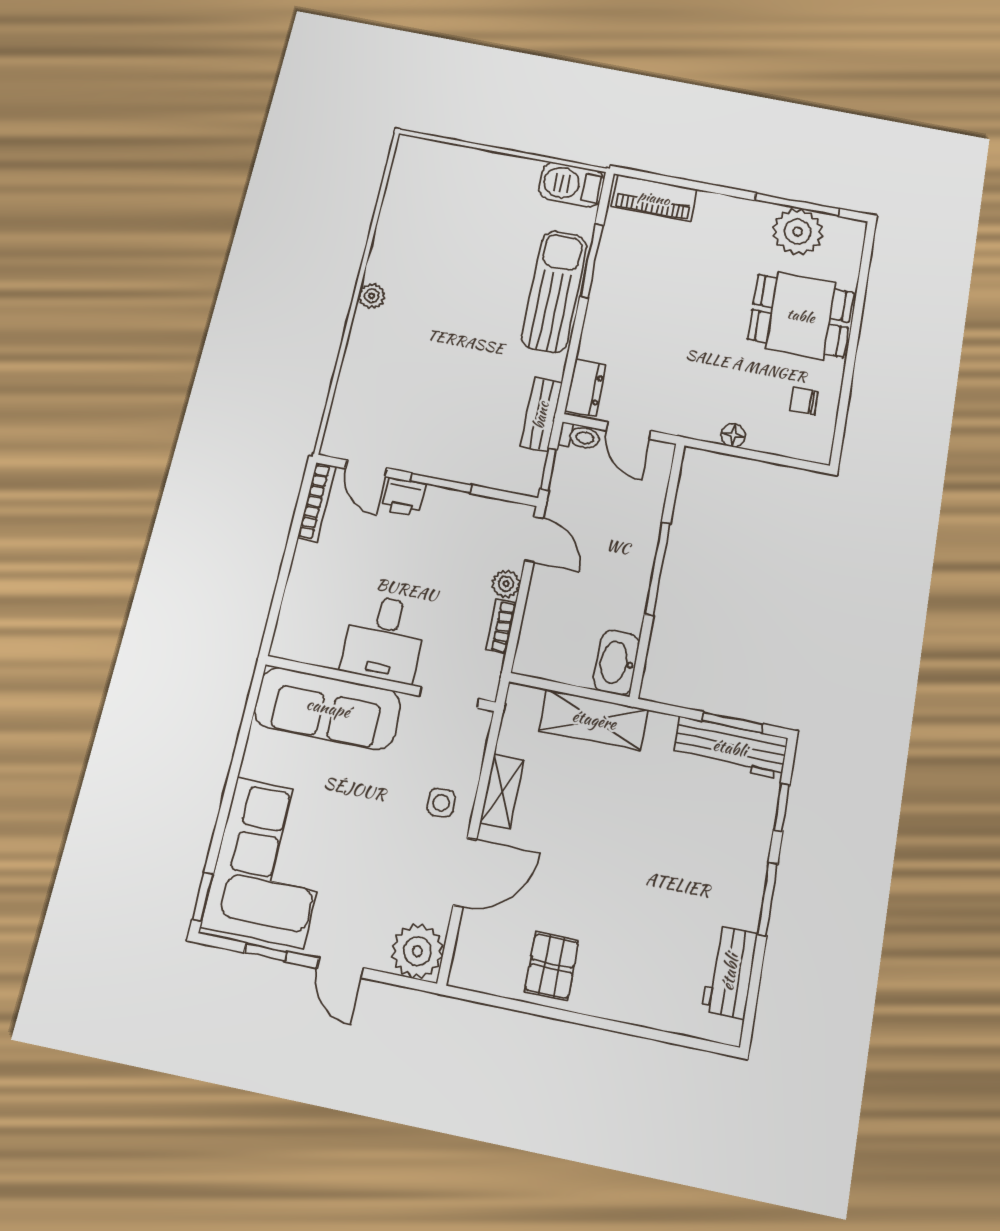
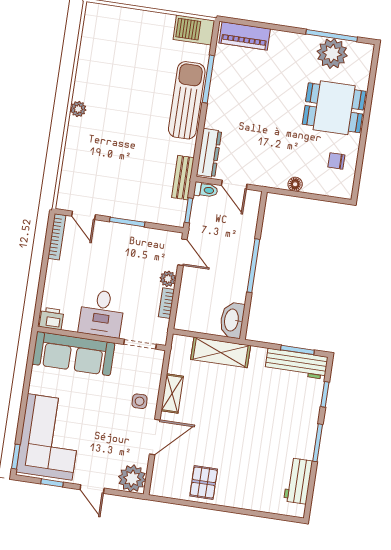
dresser: (585, 388) -> (209, 153), width x1.44
printer: (404, 497) -> (52, 319), moved, turned 180

